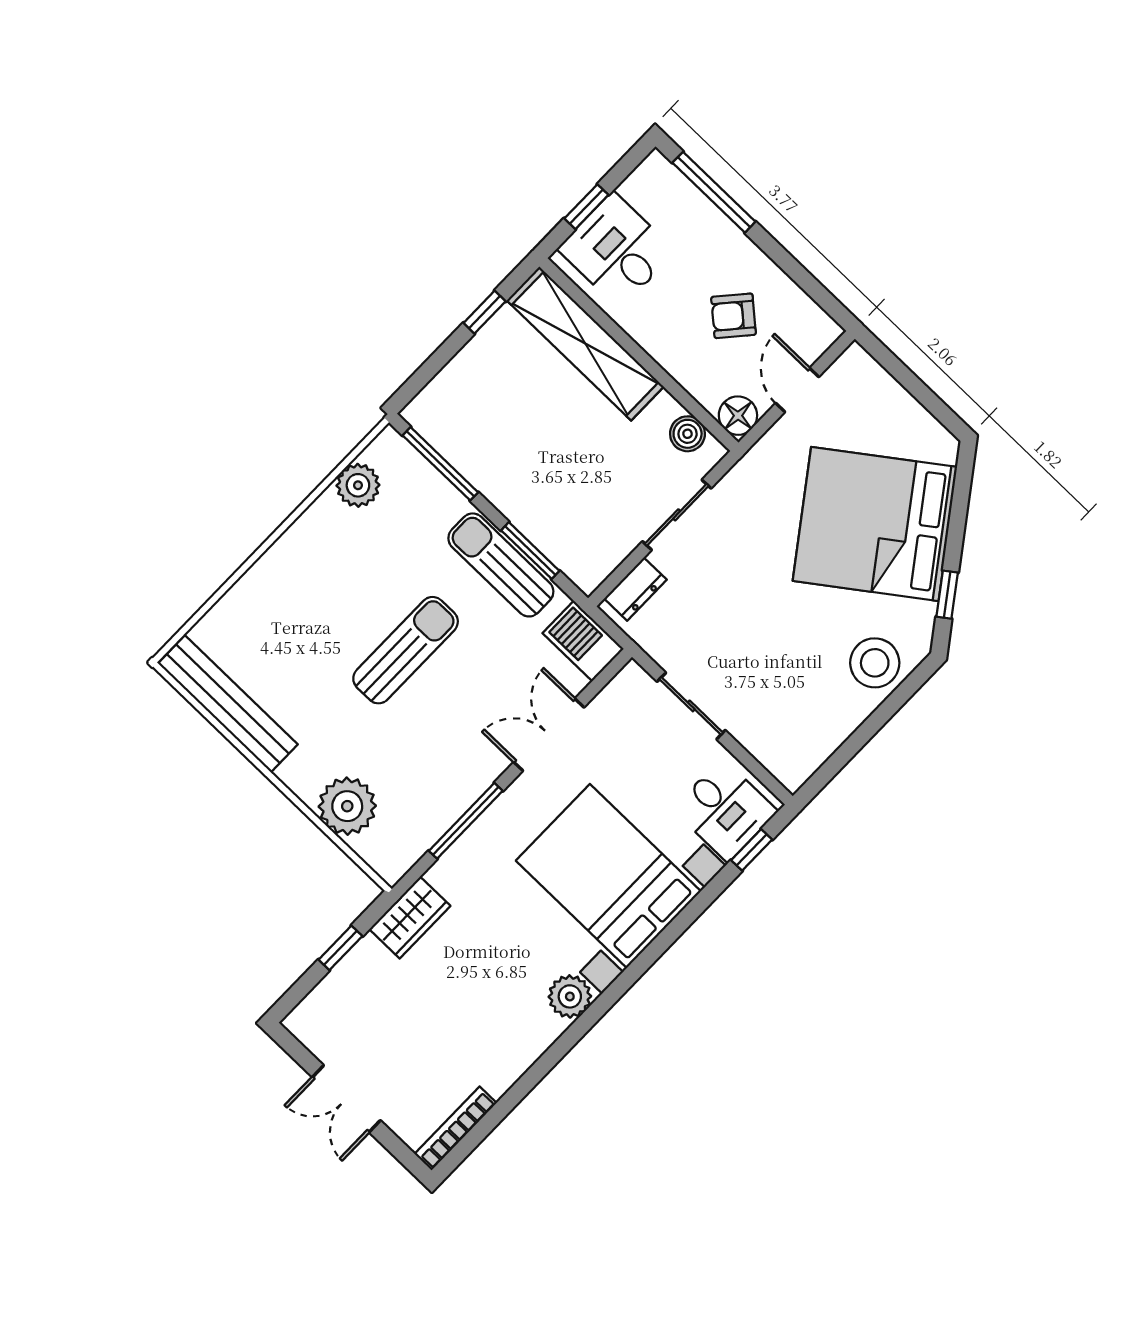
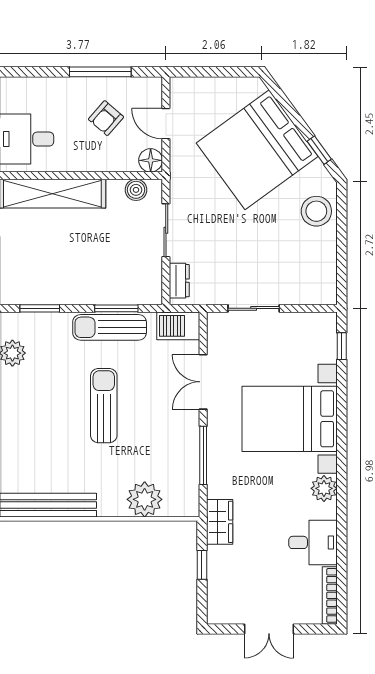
window: (714, 192) -> (100, 72), moved
window: (440, 464) -> (40, 308), width x0.69
desk: (725, 810) -> (313, 542), moved

